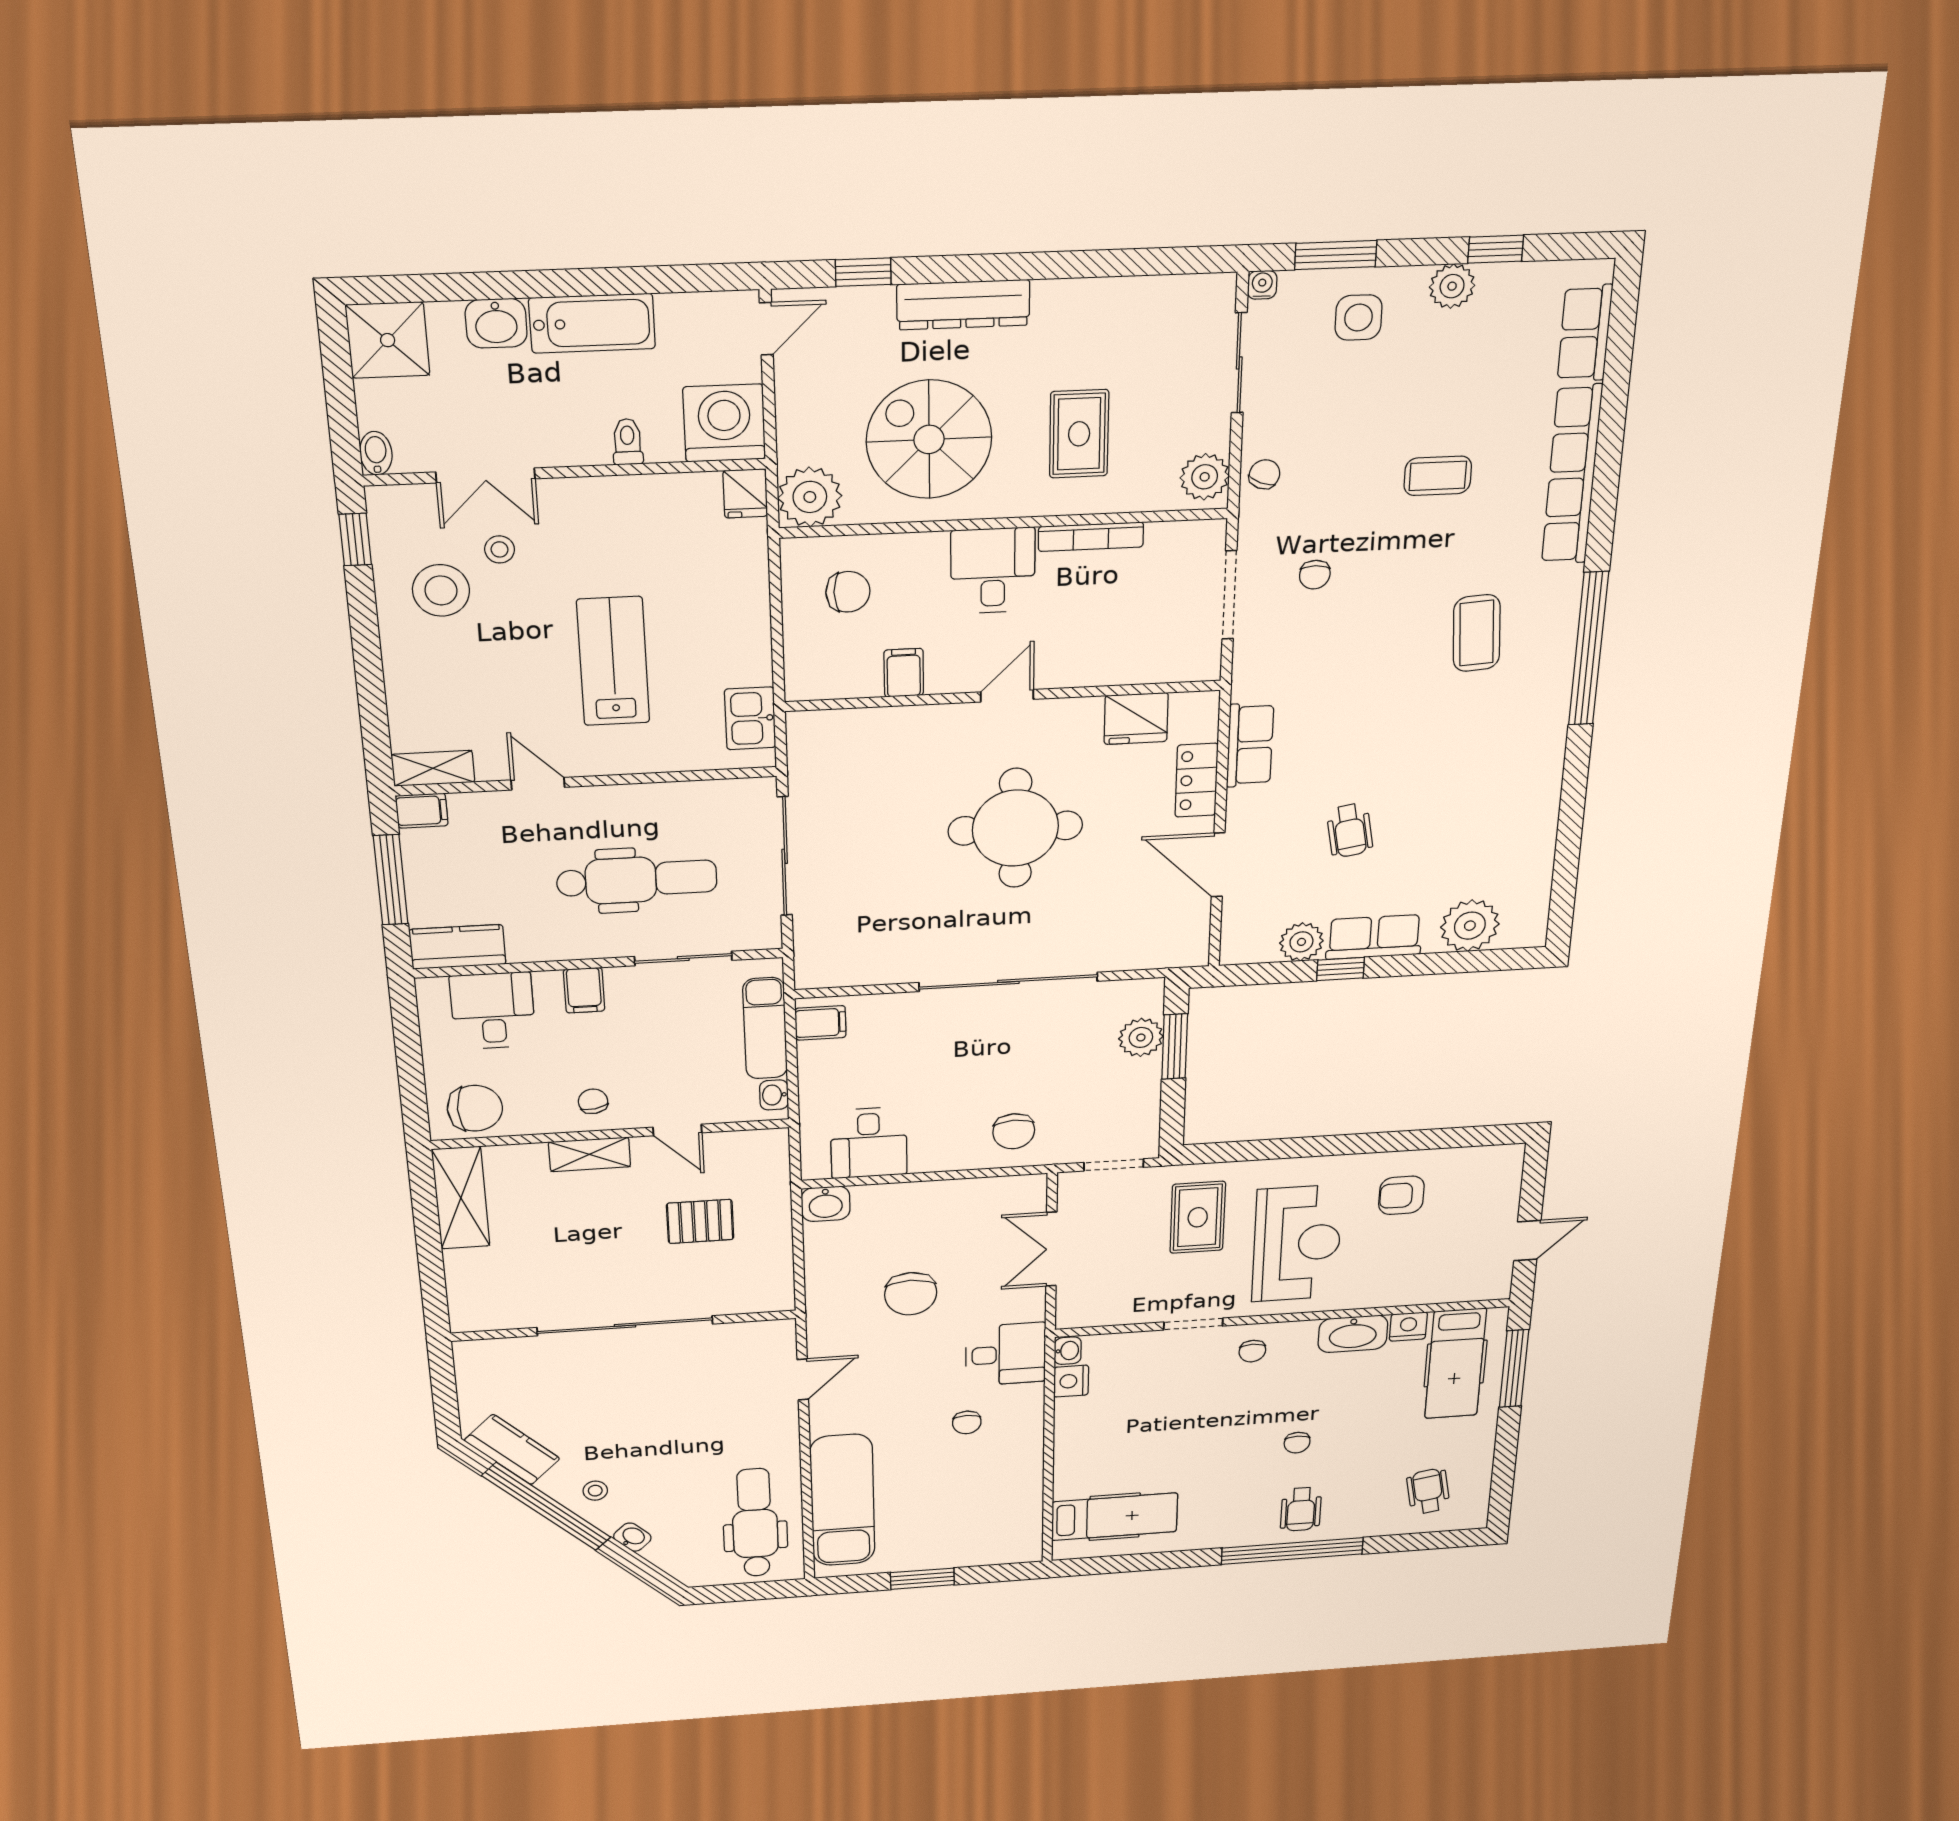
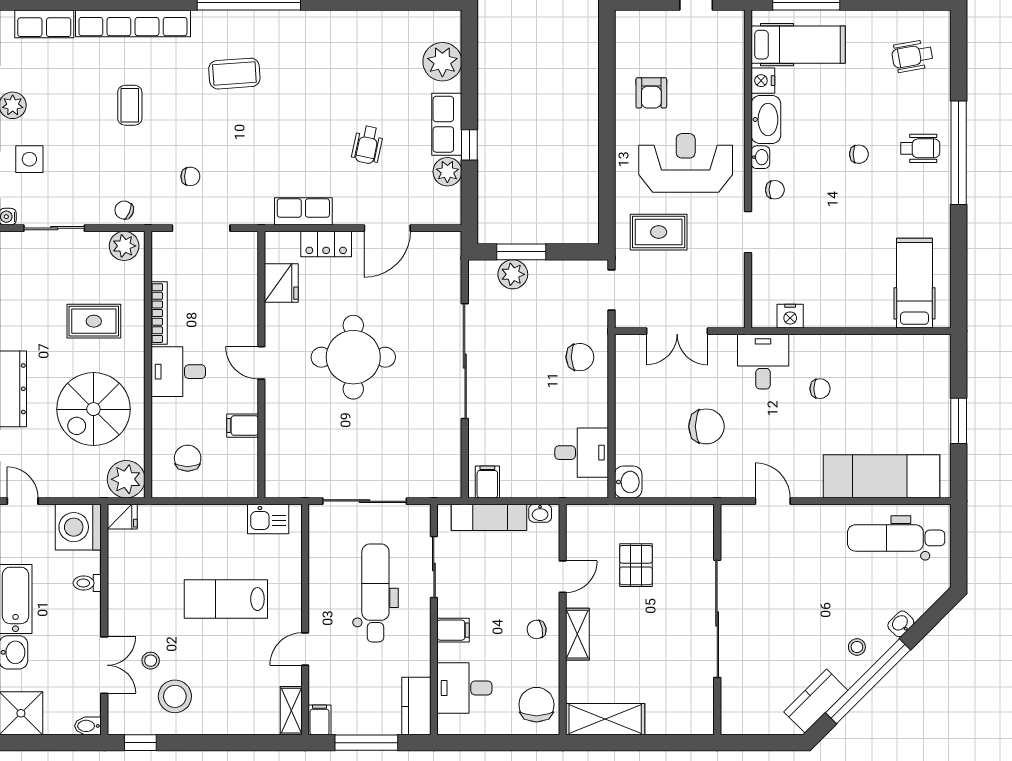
wheelchair: (1350, 830) -> (367, 145), turned 112
washbasin: (1068, 1351) -> (760, 157), moved, turned 90

